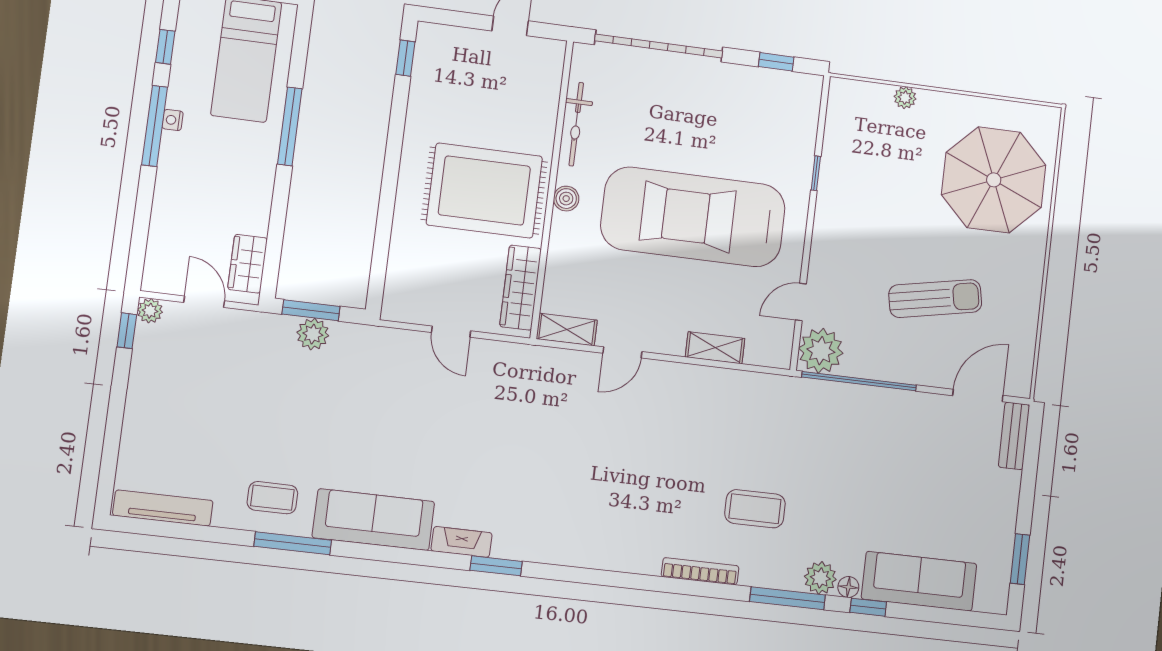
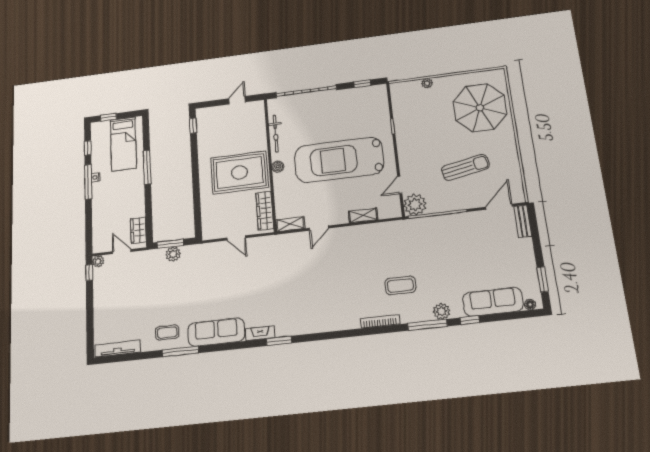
floor lamp: (848, 587) -> (530, 305), moved

